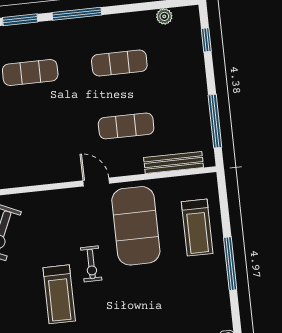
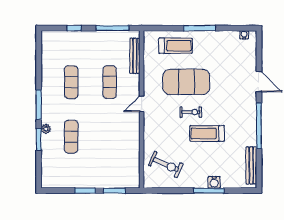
plant: (164, 16) -> (46, 129), moved
window: (206, 40) -> (74, 28), moved
exercise mat: (136, 226) -> (186, 82), moved
treadmill: (59, 294) -> (207, 133), turned 180

